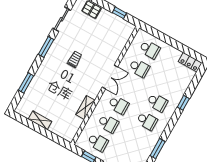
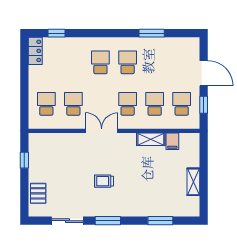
window: (183, 103) -> (56, 33), moved
filing cabinet: (76, 121) -> (172, 141), added

